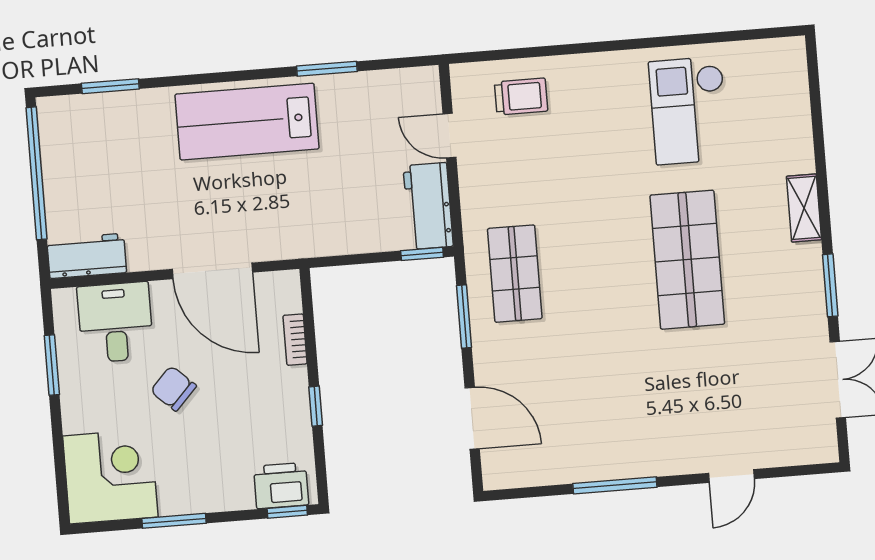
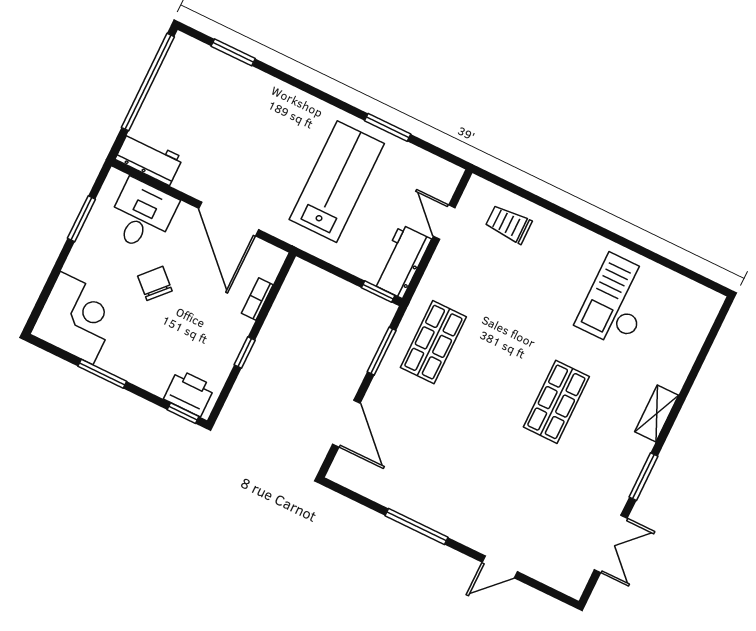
trolley: (521, 97) -> (509, 224), turned 180
lab bench: (247, 122) -> (337, 182), moved, turned 90
shop shelf: (687, 260) -> (556, 402), width x0.70, depth x0.74

